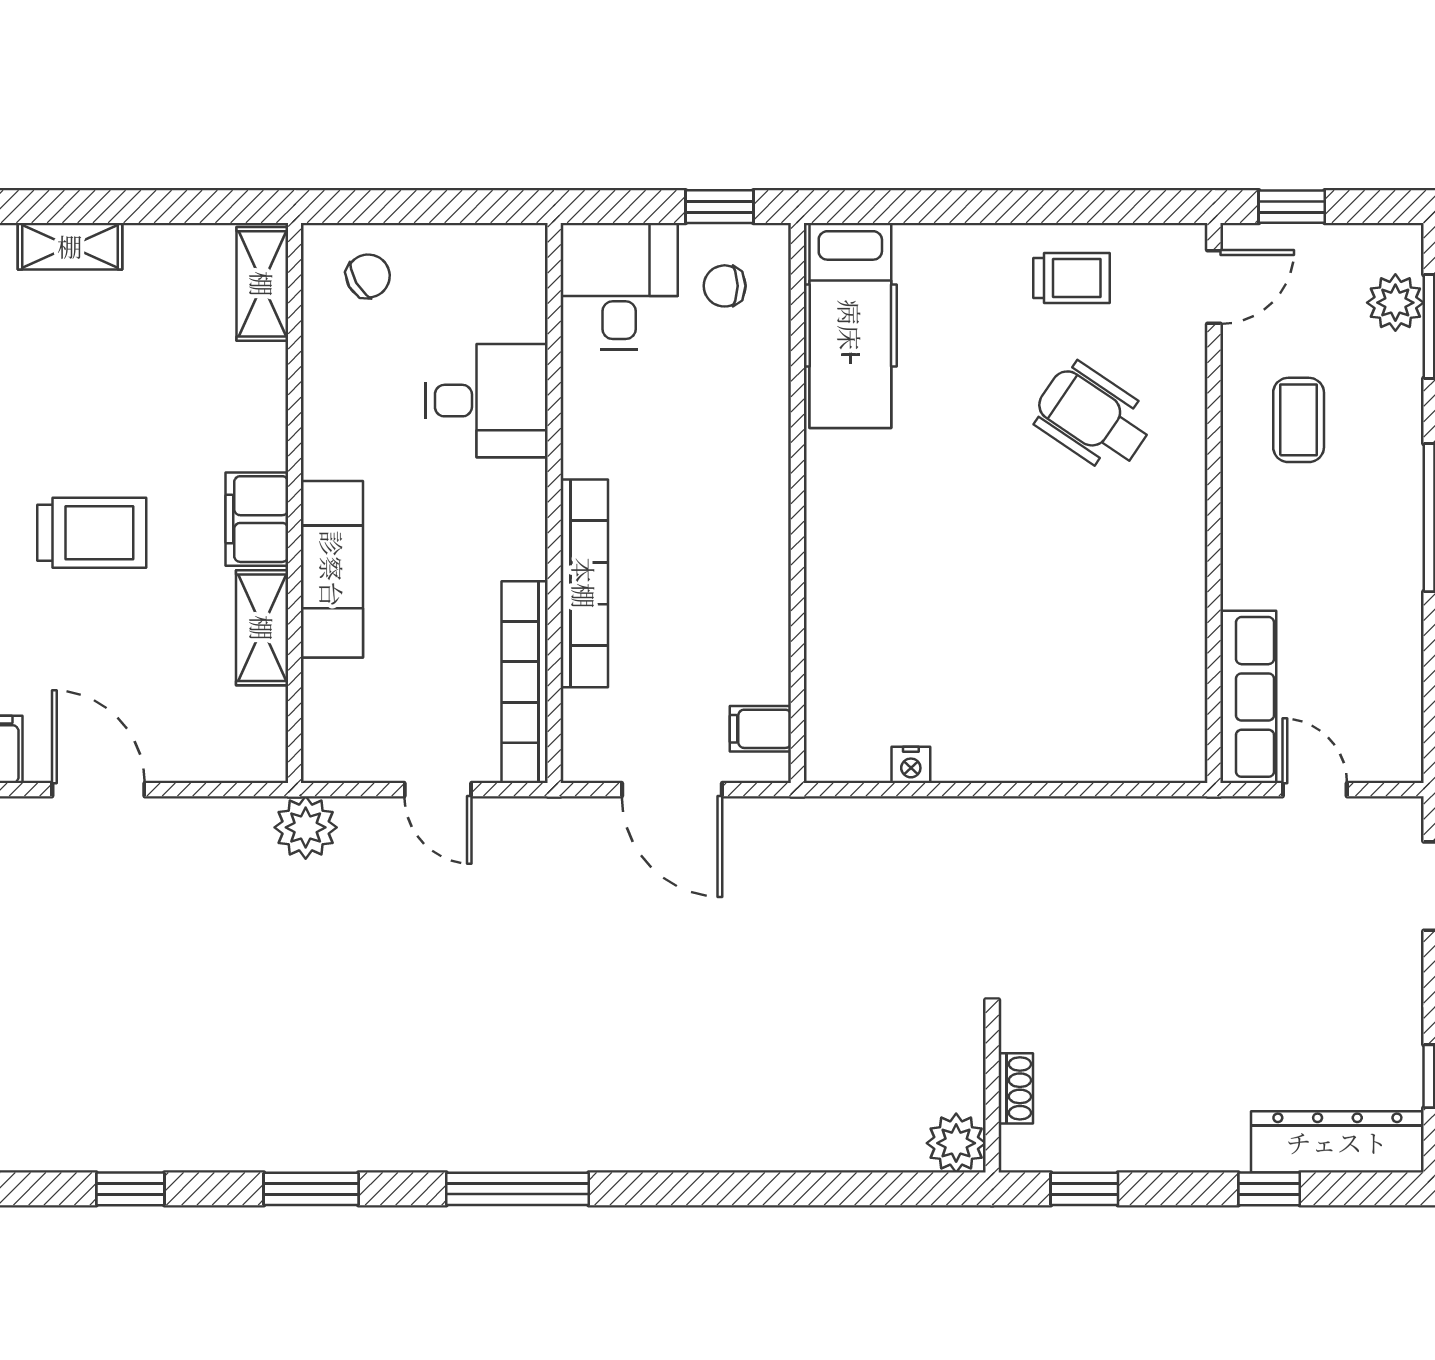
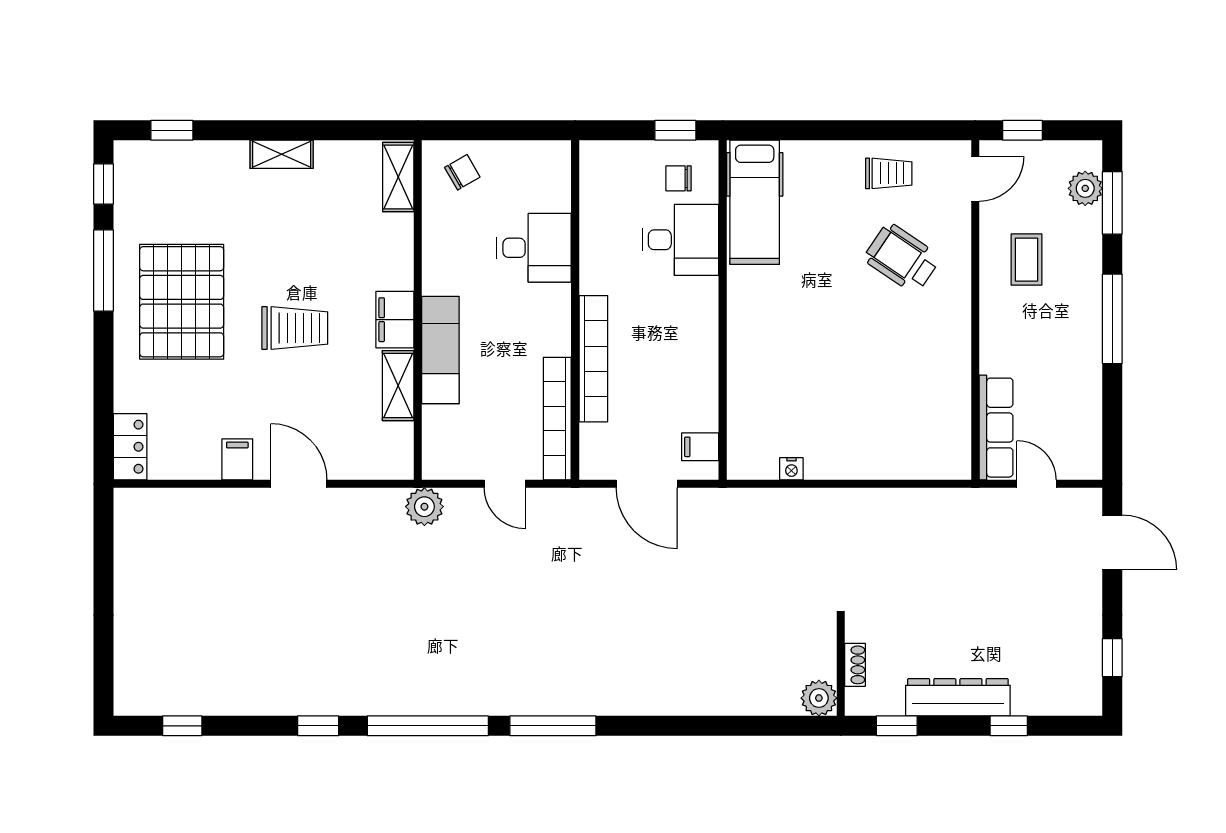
desk: (619, 286) -> (680, 240), moved, turned 90
dresser: (1337, 1142) -> (958, 697), moved
window: (311, 1189) -> (428, 726), width x2.11

